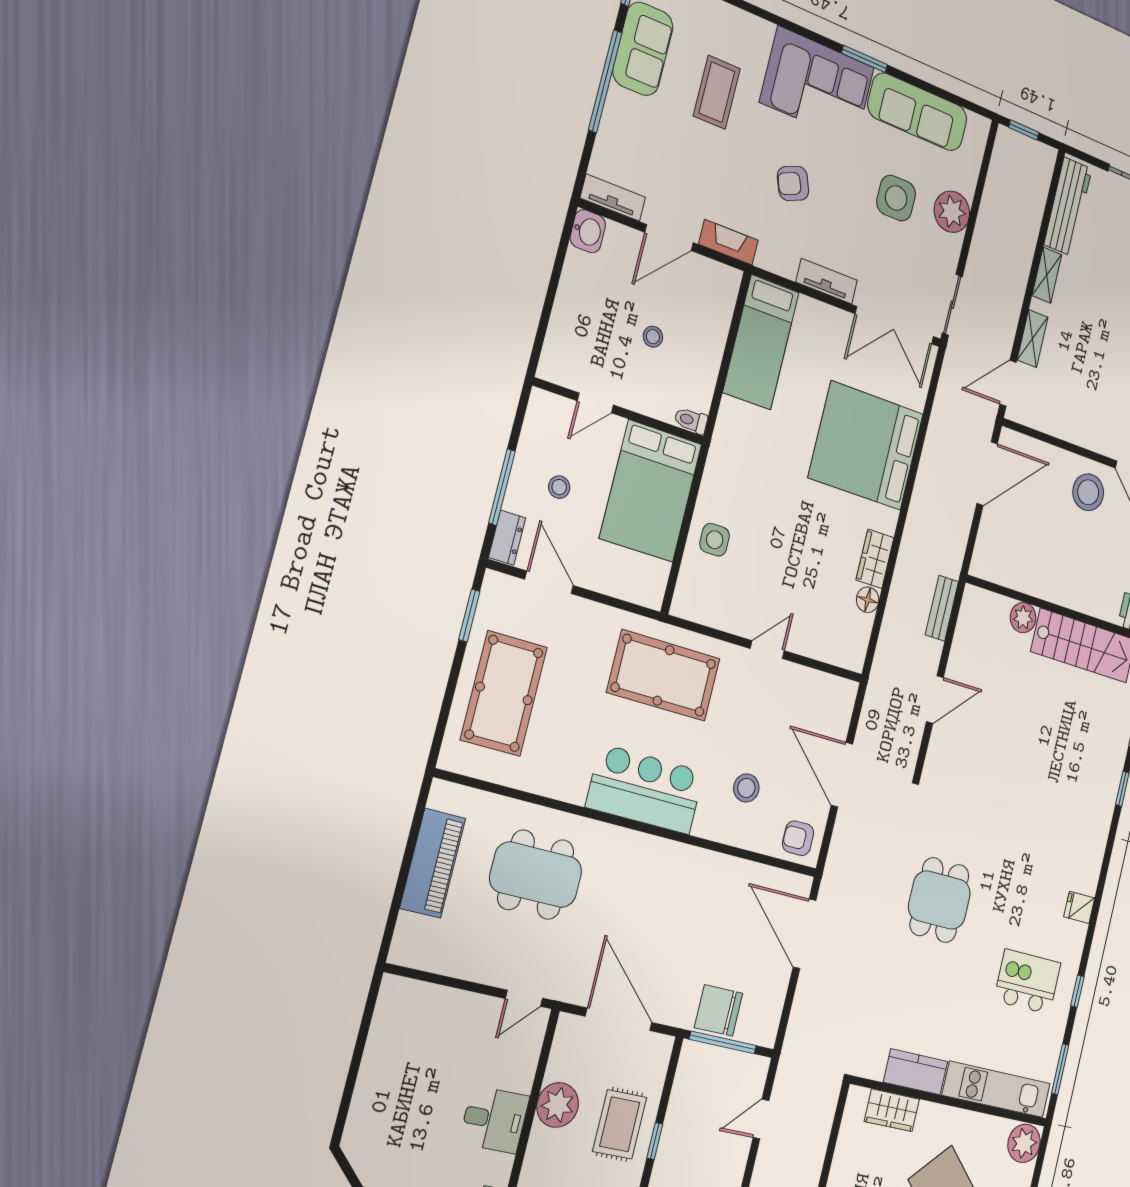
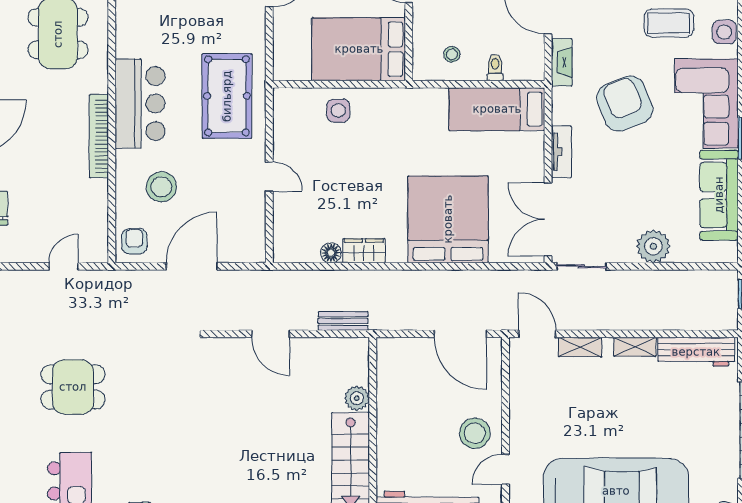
armchair: (793, 183) -> (625, 104), width x1.88, depth x1.88
side table: (896, 198) -> (724, 32), moved, width x0.73, depth x0.73
stool: (653, 337) -> (452, 54), moved
toilet: (691, 421) -> (495, 68), moved
stool: (746, 788) -> (161, 187), width x1.38, depth x1.38
bookcase: (670, 852) -> (99, 136), added
dining table: (939, 900) -> (73, 387), moved
door: (805, 934) -> (64, 266), width x0.53

